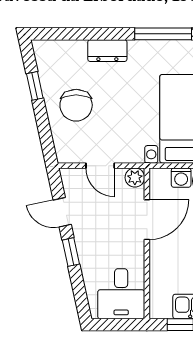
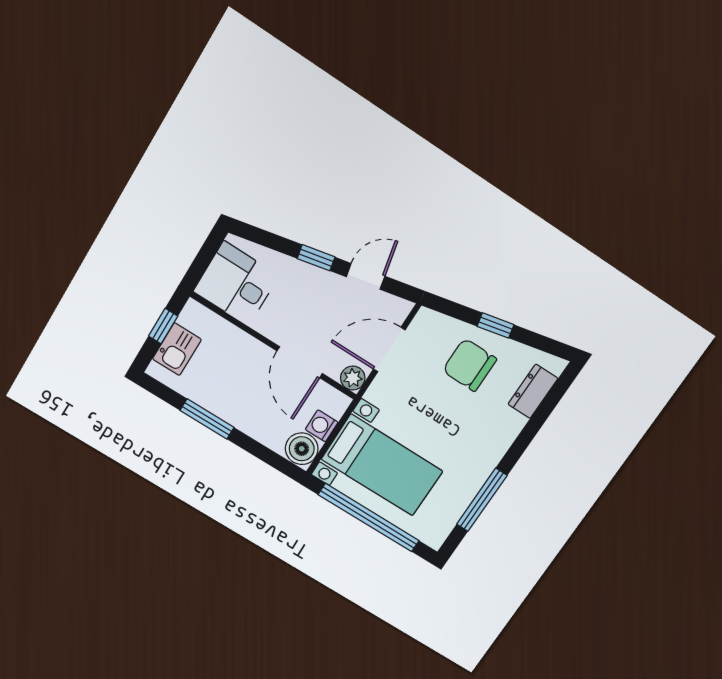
dresser: (107, 51) -> (533, 391), moved
window: (35, 86) -> (496, 325), moved
door: (100, 166) -> (389, 350), width x1.37

